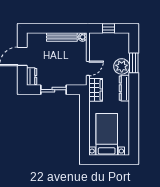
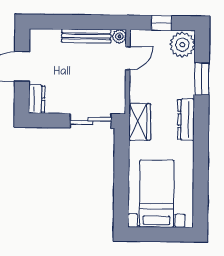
plant: (122, 66) -> (182, 45), moved
door: (88, 68) -> (128, 58), moved
sliding door: (53, 90) -> (91, 121), moved

